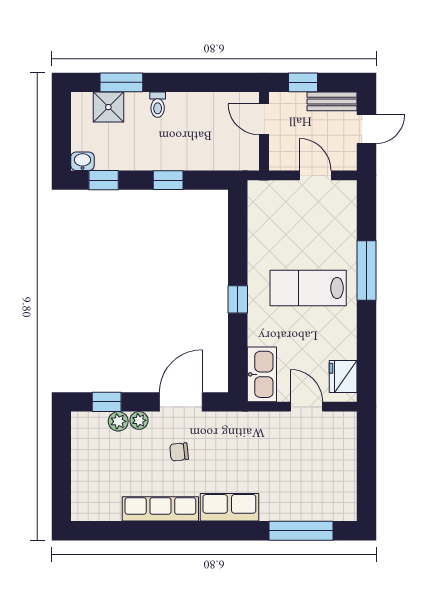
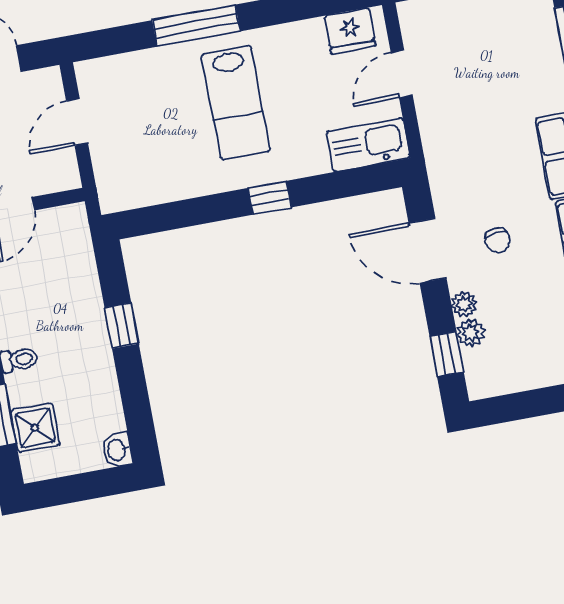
window: (104, 180) -> (138, 415), removed

